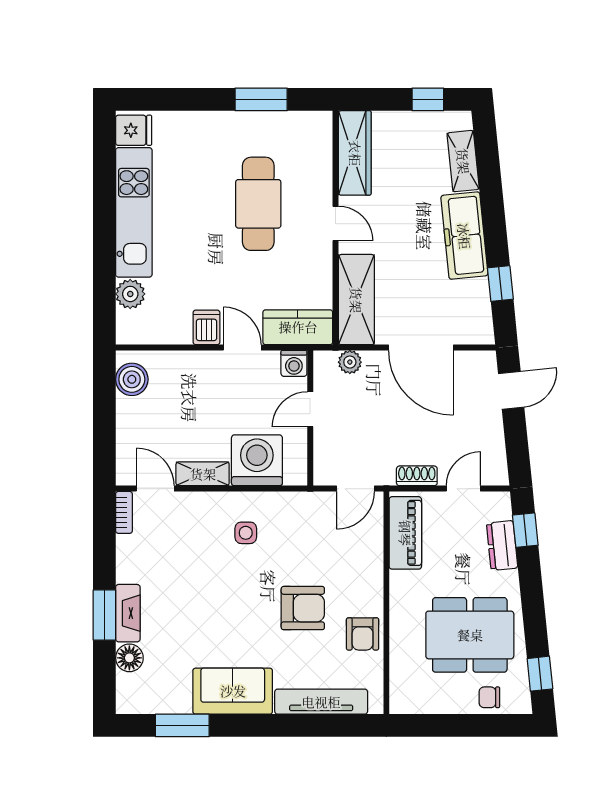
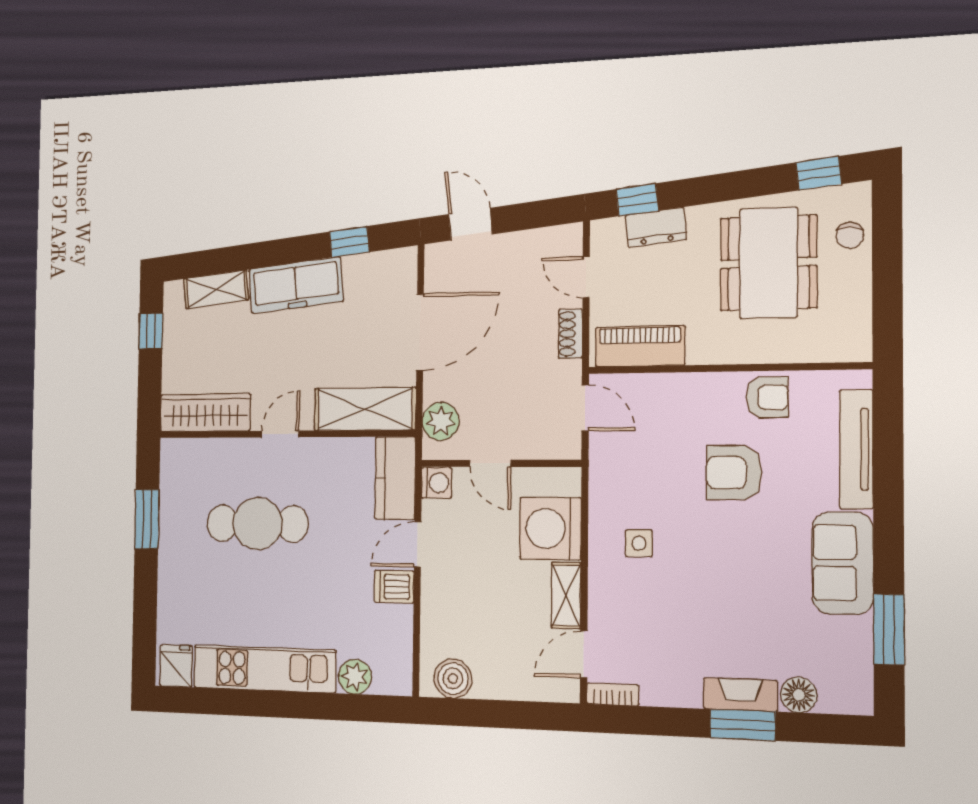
plant: (350, 362) -> (441, 421), width x1.38, depth x1.38
armchair: (303, 608) -> (734, 473), turned -90

